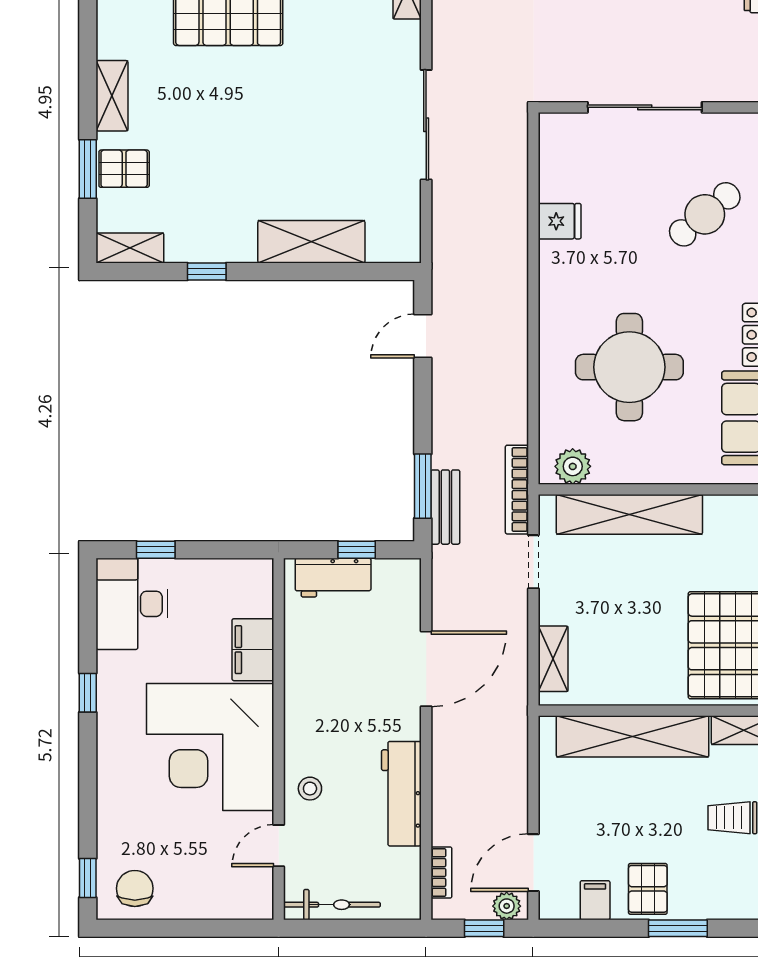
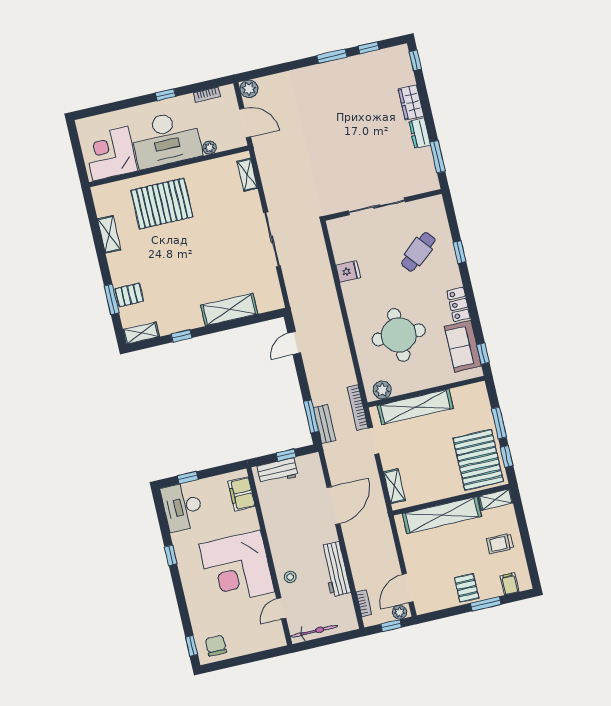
shelving: (112, 96) -> (109, 234), moved
filing cabinet: (253, 650) -> (242, 494), moved
filing cabinet: (595, 900) -> (510, 584), moved

